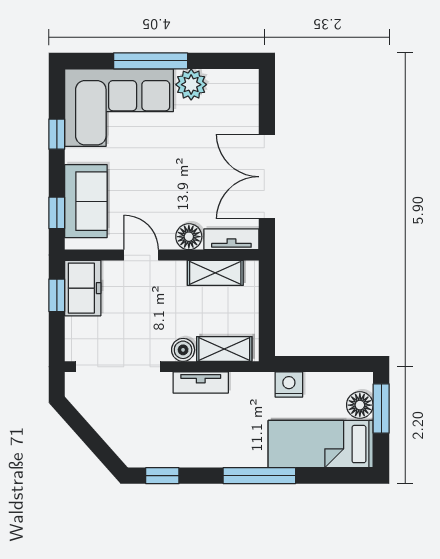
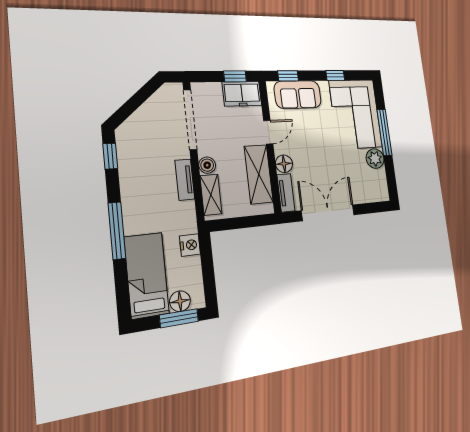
shelving: (215, 273) -> (259, 174), width x1.50, depth x1.33

